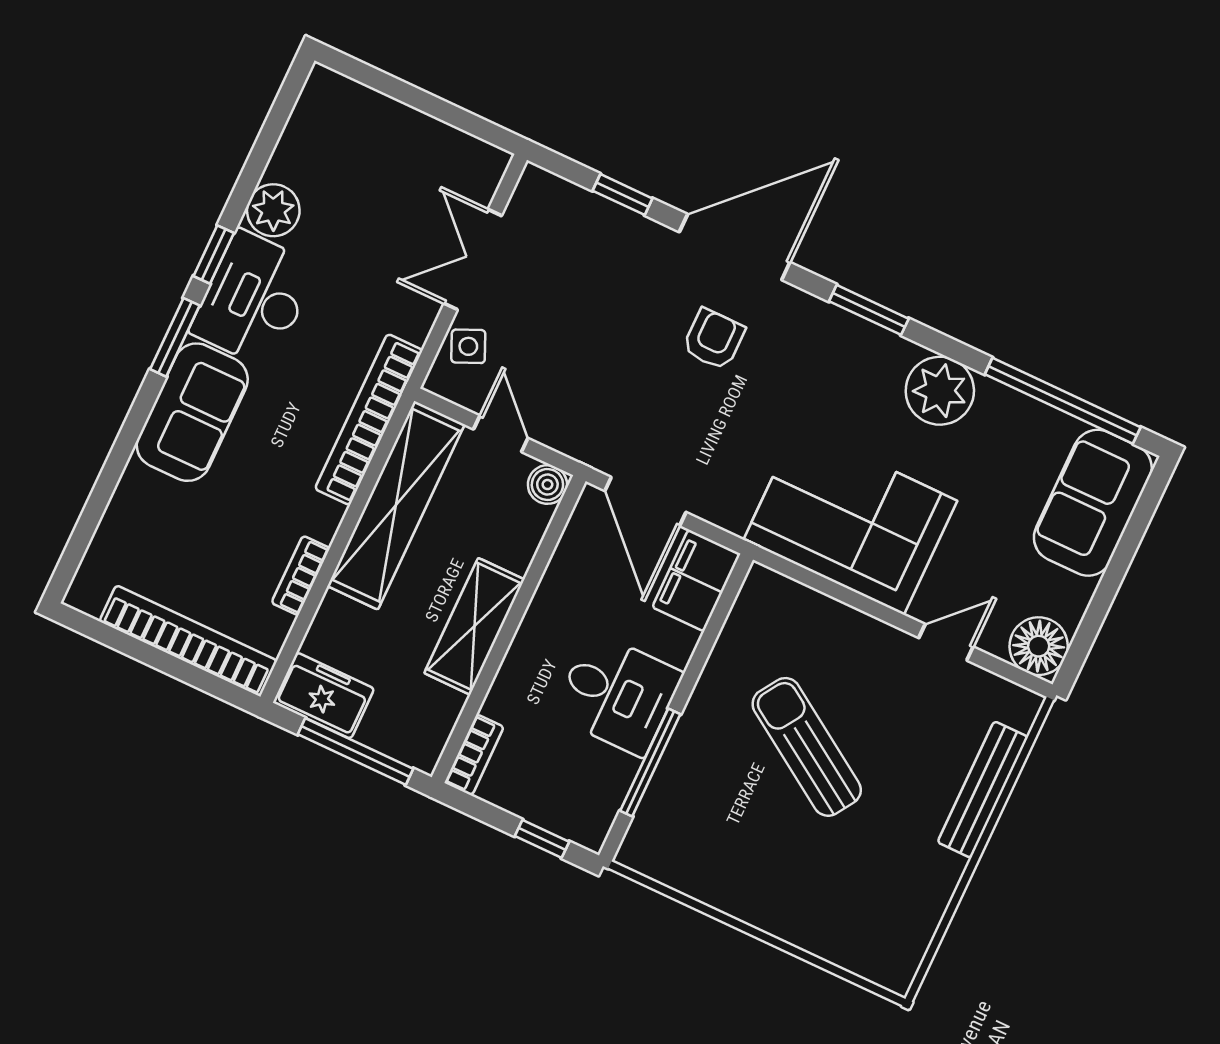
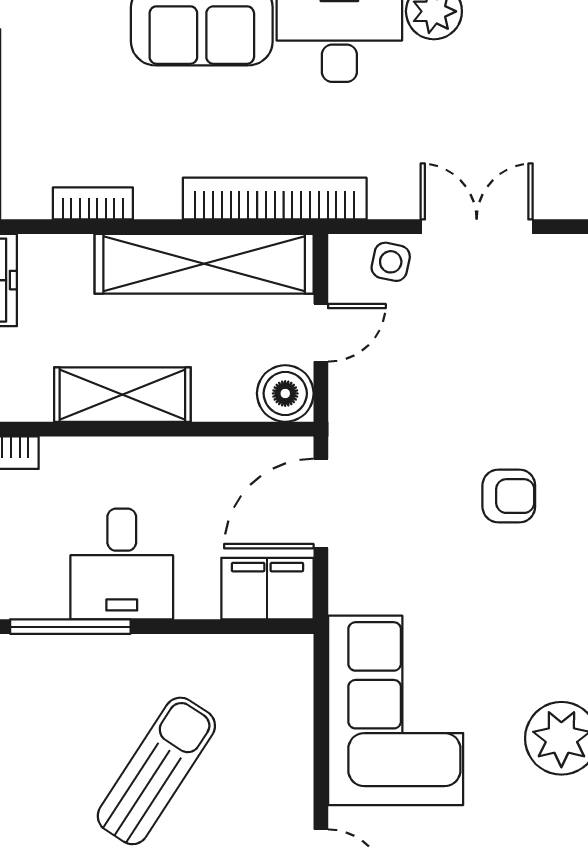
side table: (468, 346) -> (391, 262), turned 36
boiler: (547, 485) -> (285, 393), width x1.36, depth x1.36

